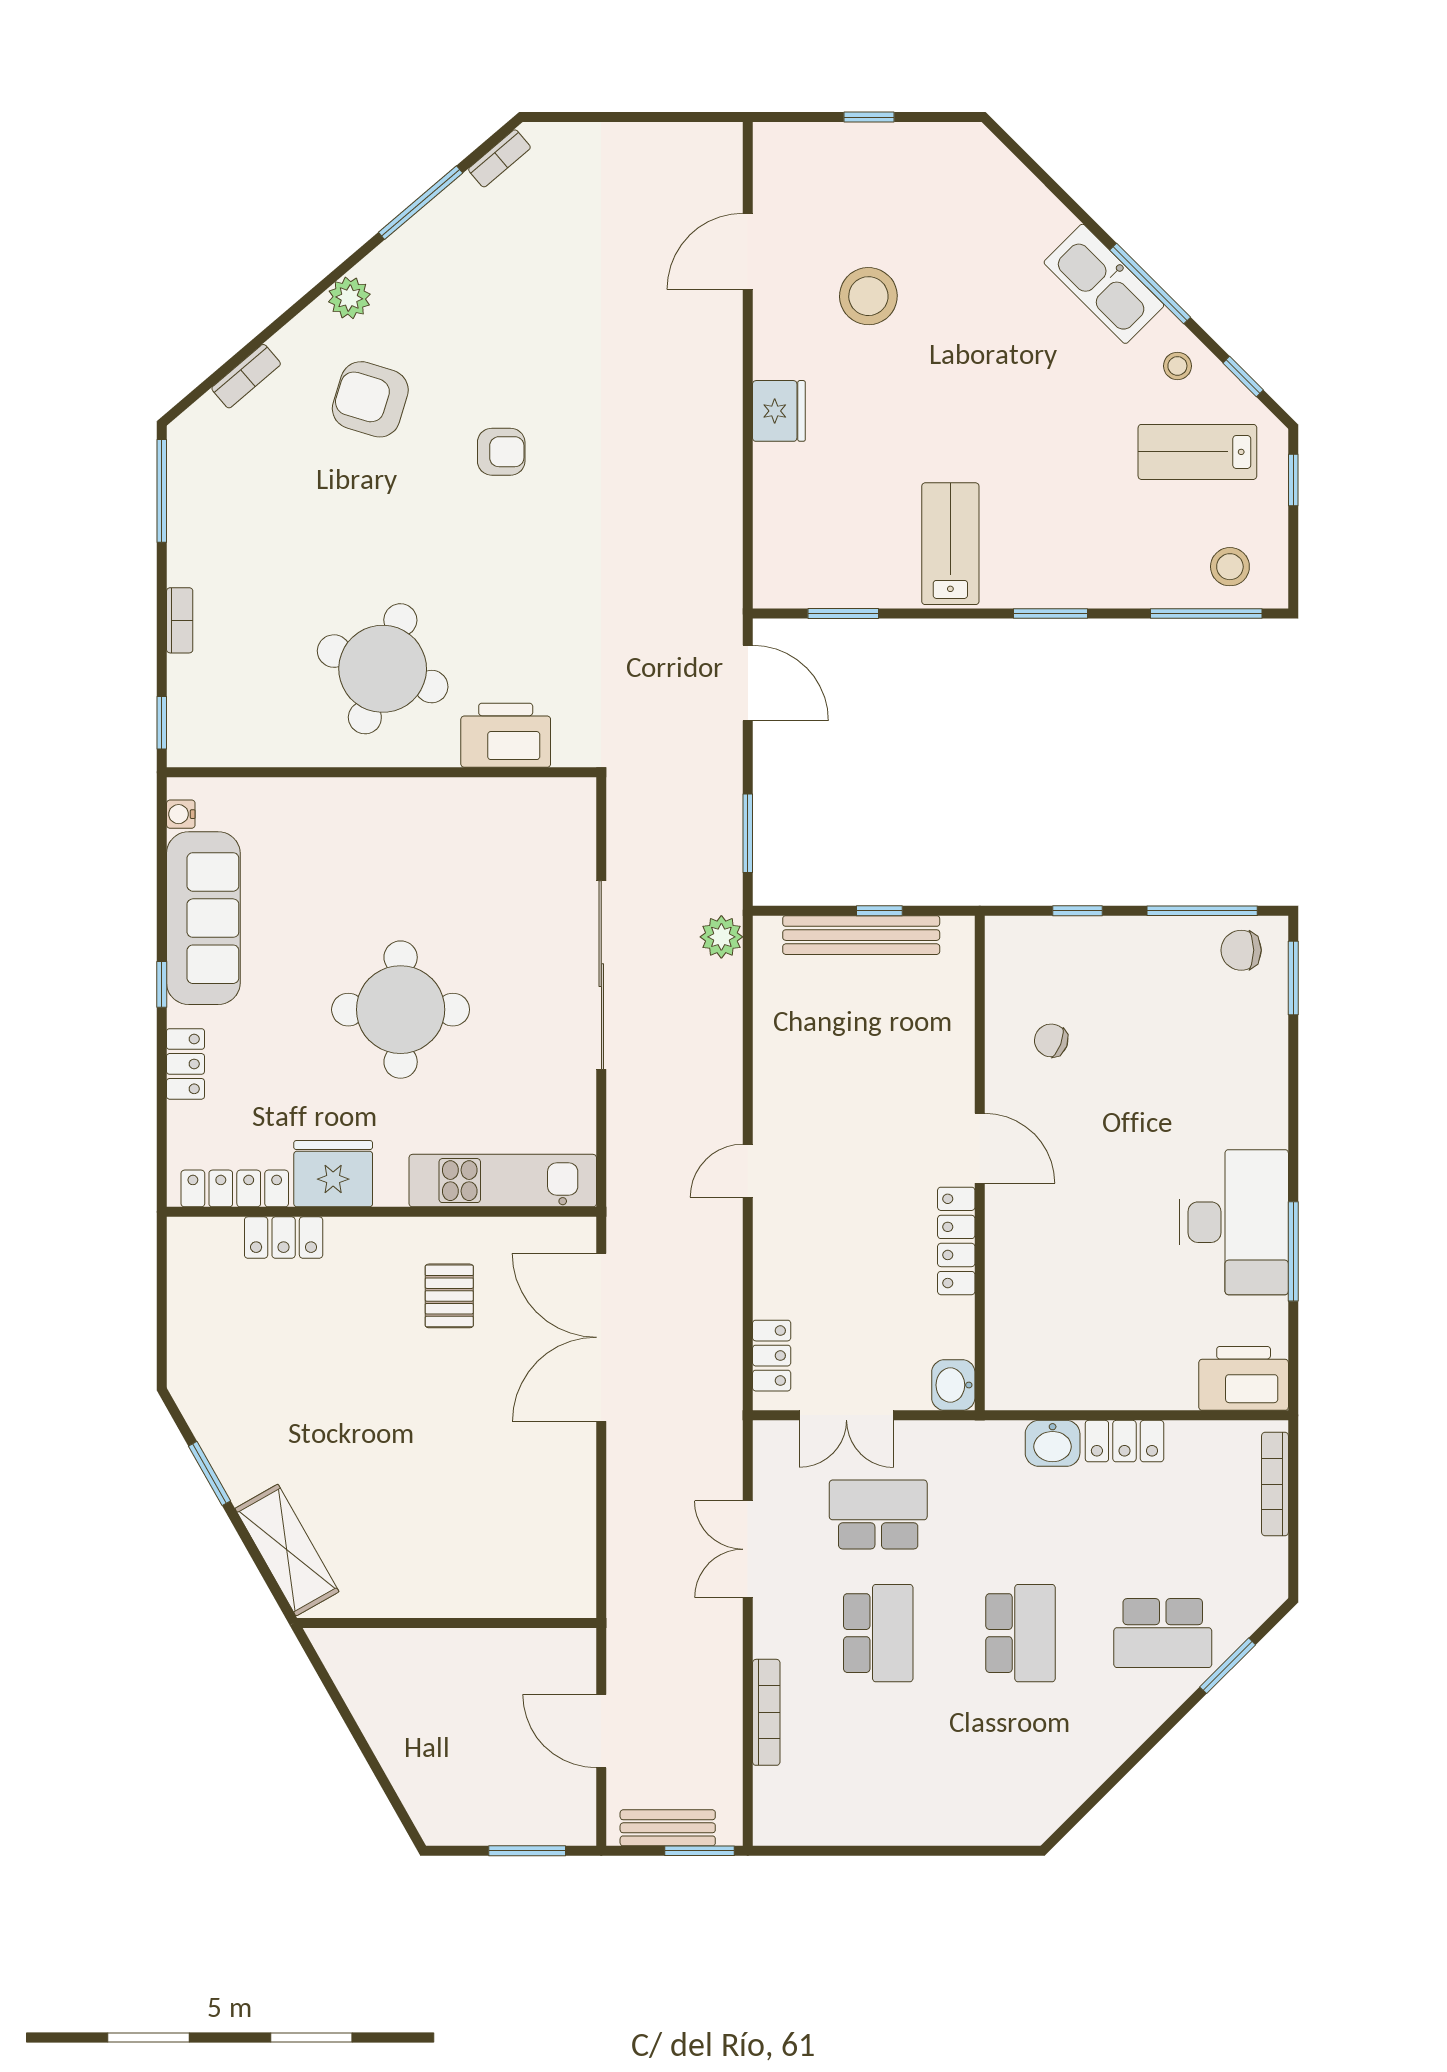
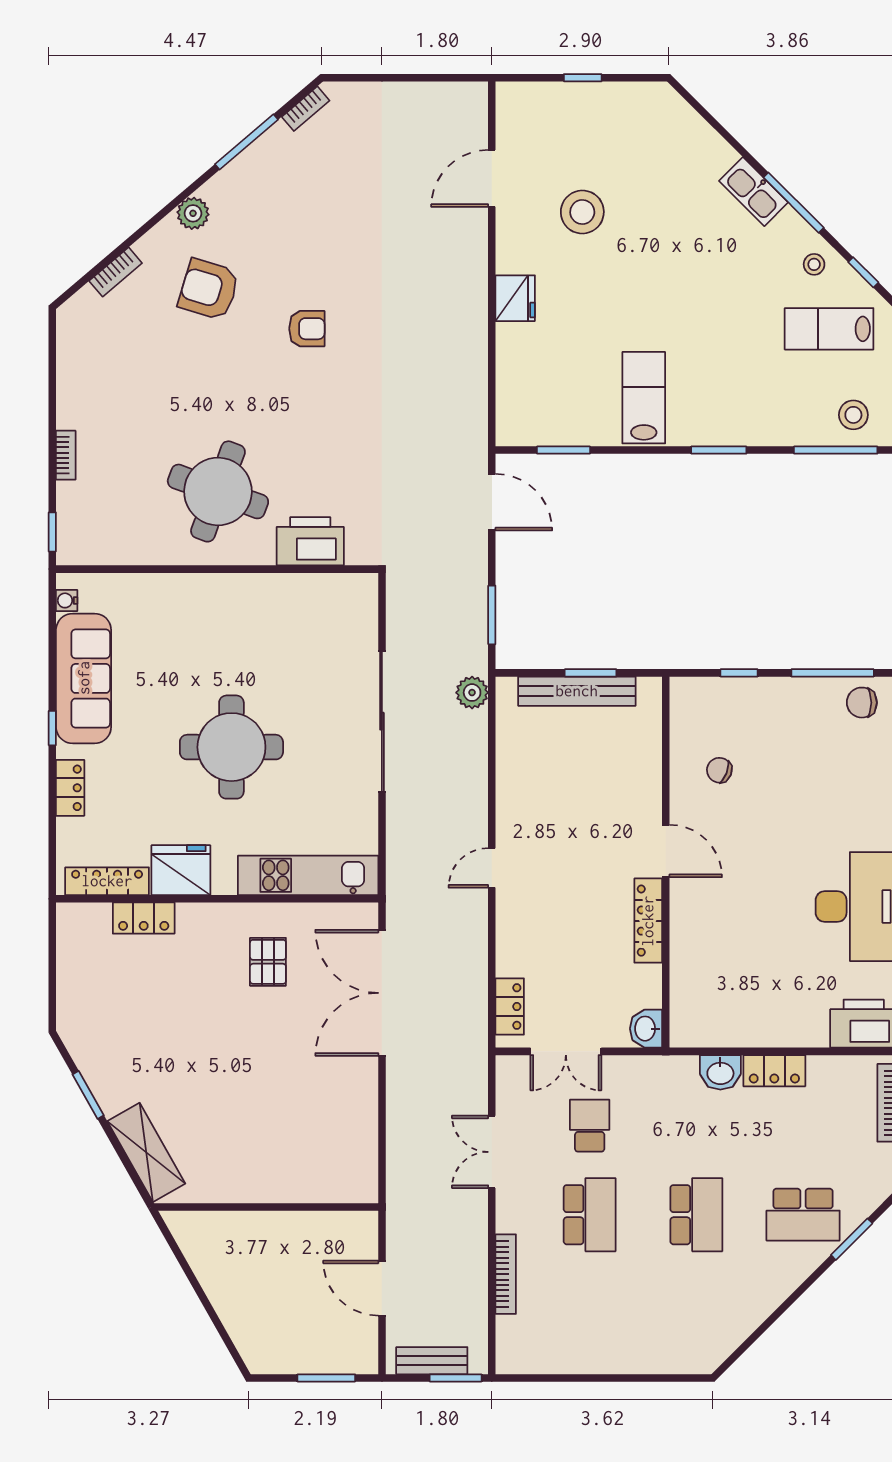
kitchen sink: (1104, 284) -> (754, 192), width x0.73, depth x0.81
window: (162, 491) -> (52, 358), removed
window: (879, 911) -> (591, 673), width x1.50
school desk: (878, 1514) -> (590, 1126), width x0.54

